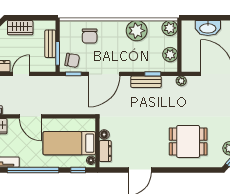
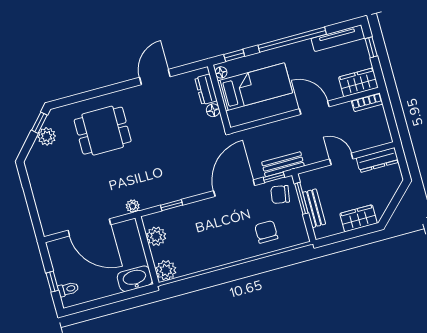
washbasin: (208, 28) -> (135, 279), moved
plant: (137, 31) -> (208, 255), removed
door: (21, 74) -> (341, 159), swing flipped
bench: (146, 82) -> (283, 164), moved

